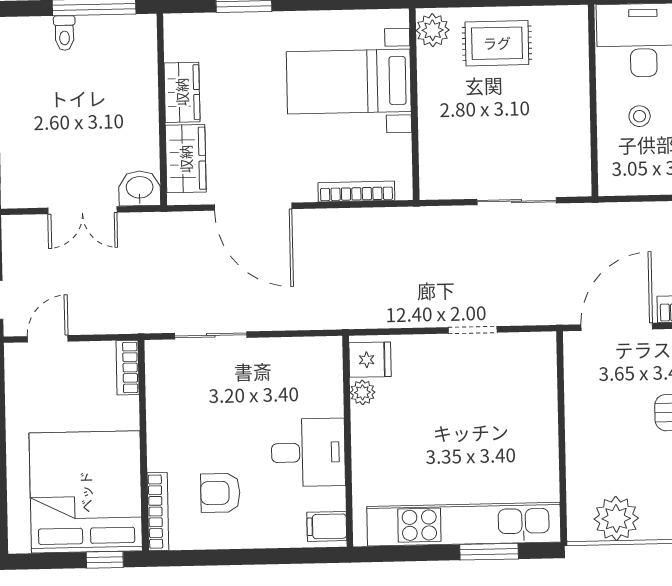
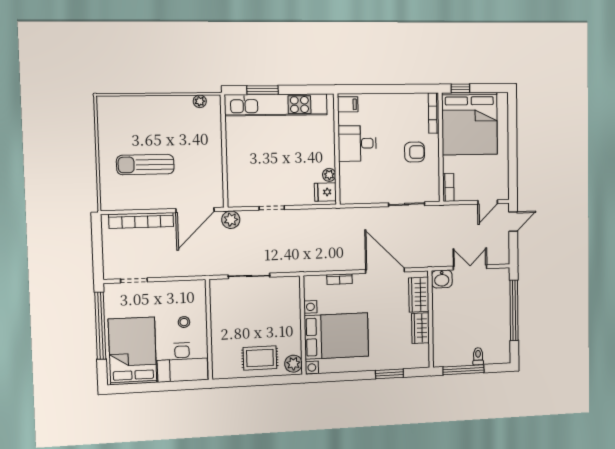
bed with nightstands: (349, 82) -> (336, 336), width x1.36
bookcase: (356, 192) -> (340, 279), width x0.64
plant: (550, 308) -> (231, 220), added
armchair: (220, 493) -> (414, 152), moved
plant: (616, 519) -> (200, 101), width x0.53, depth x0.53

